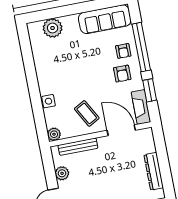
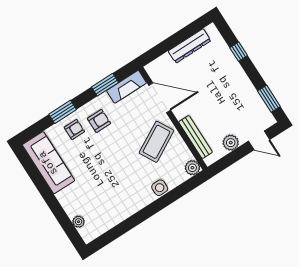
plant: (53, 28) -> (78, 222), width x0.53, depth x0.53
window: (141, 47) -> (63, 112), width x0.47
coffee table: (87, 113) -> (156, 142), width x1.36, depth x1.32
door: (121, 130) -> (160, 98), swing flipped

